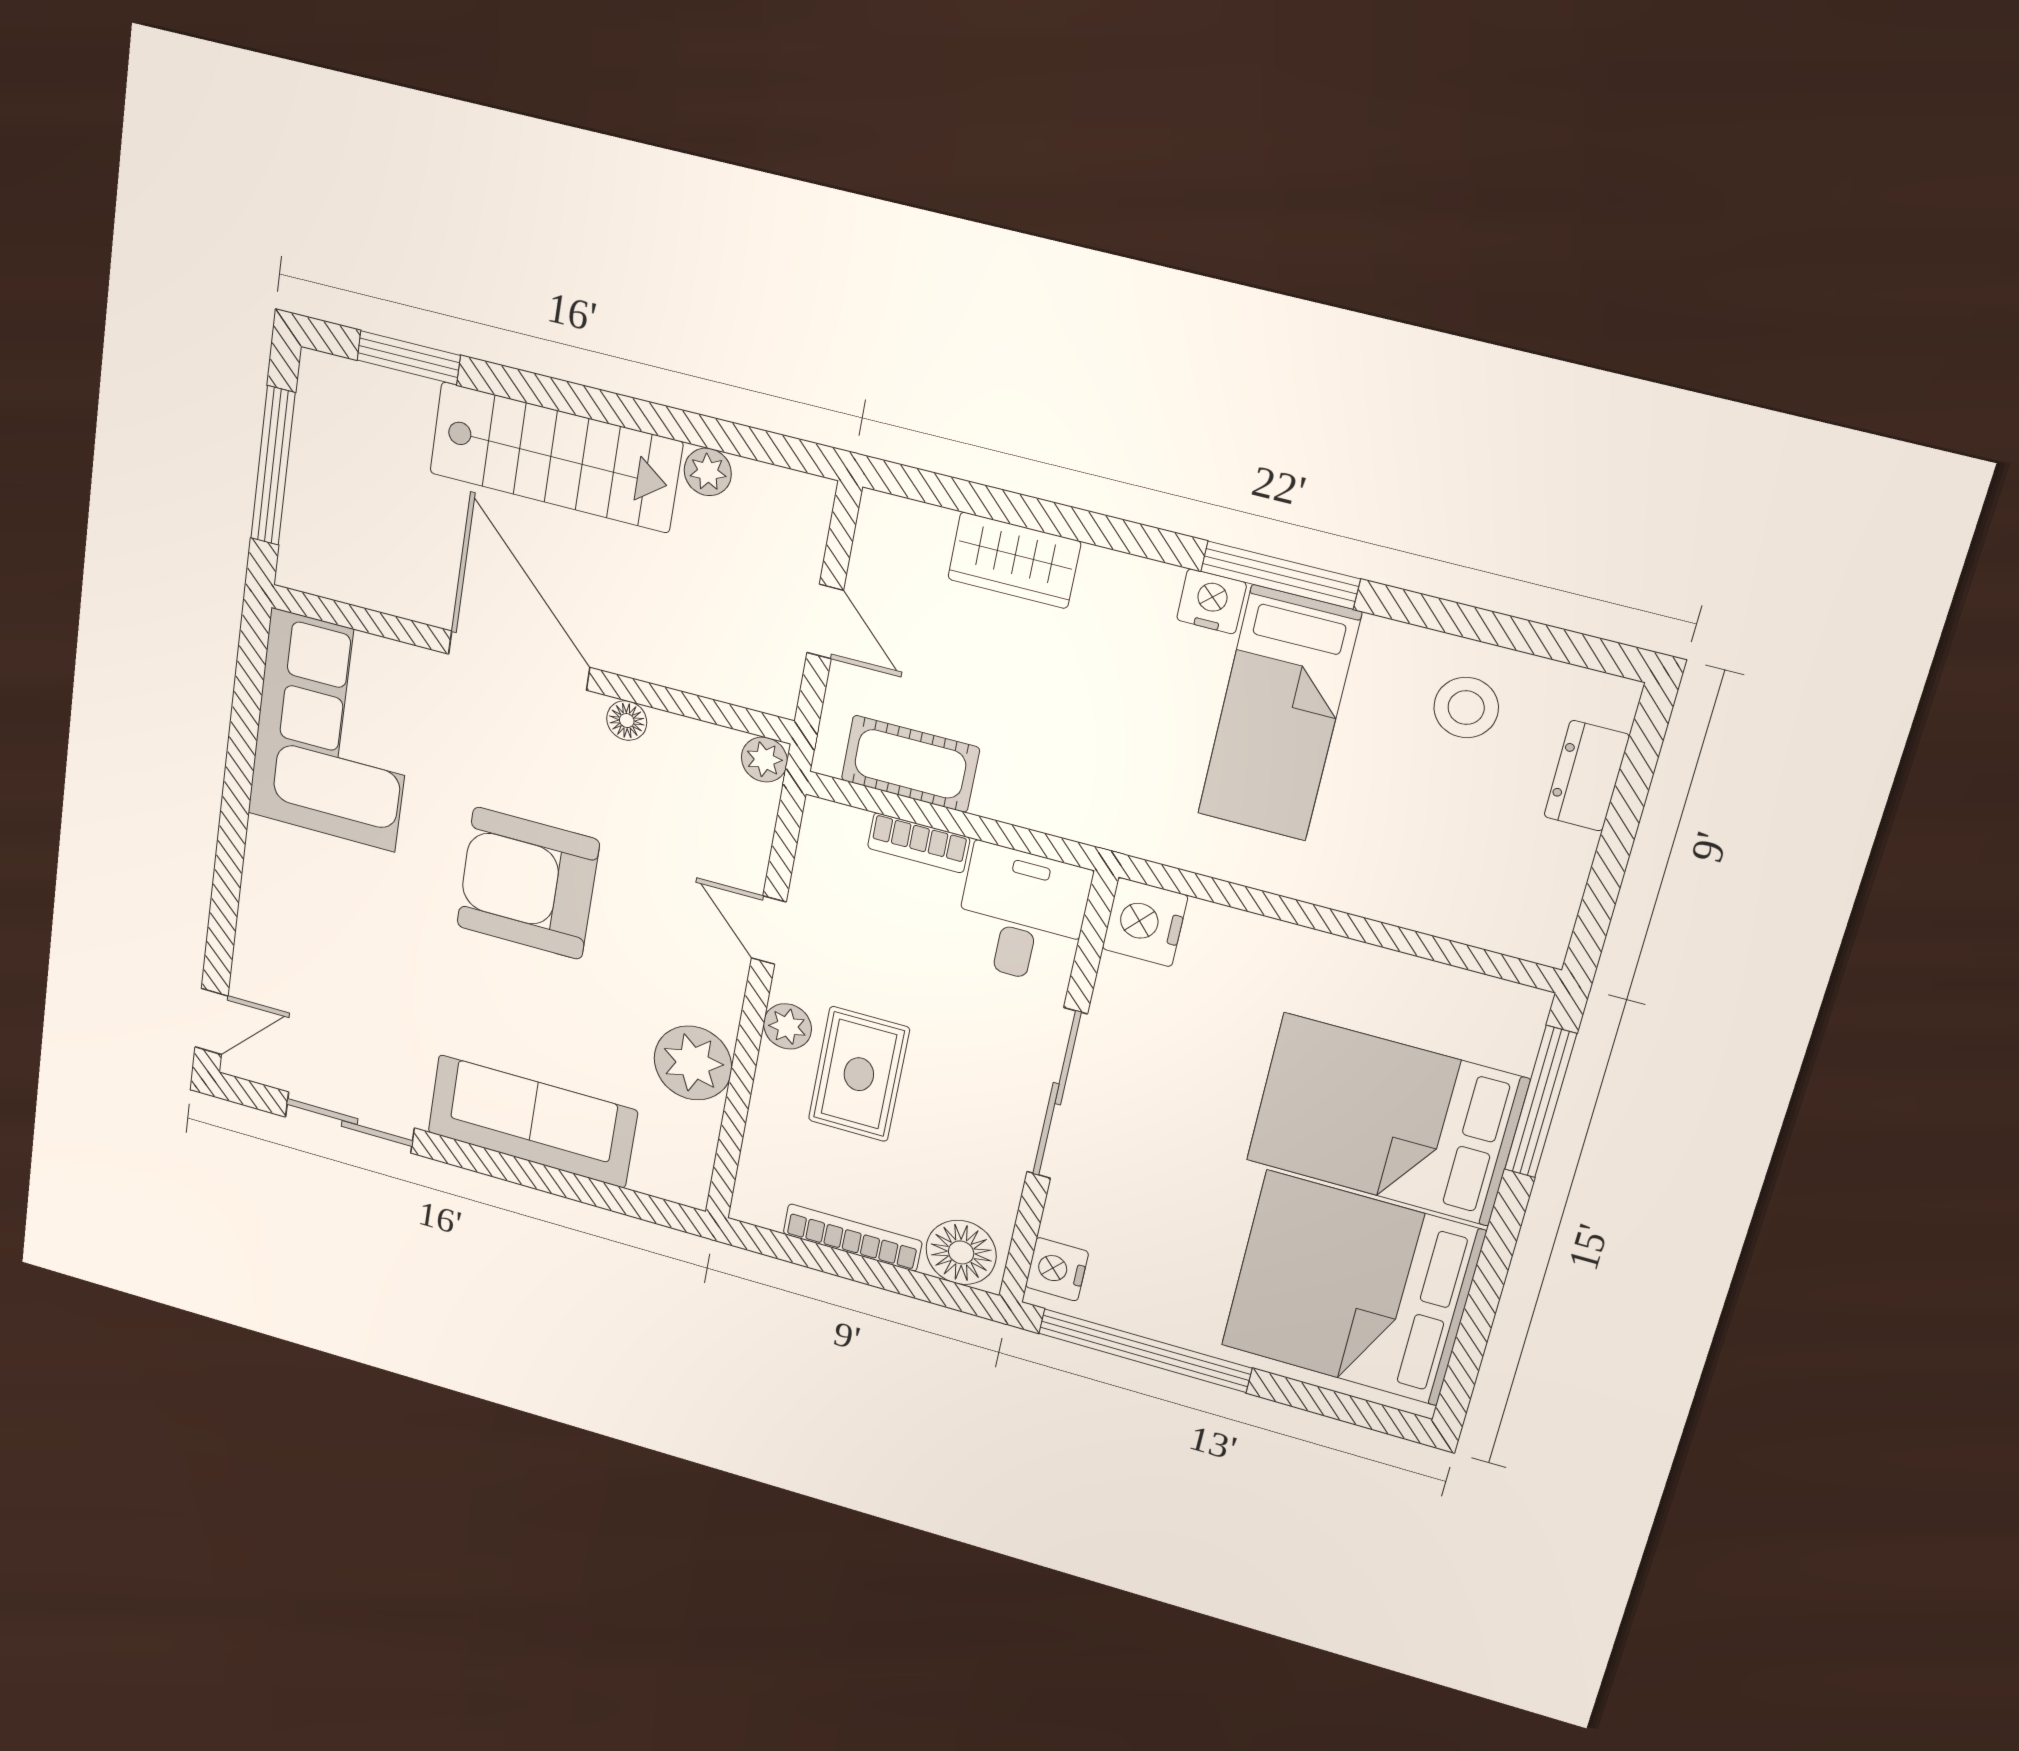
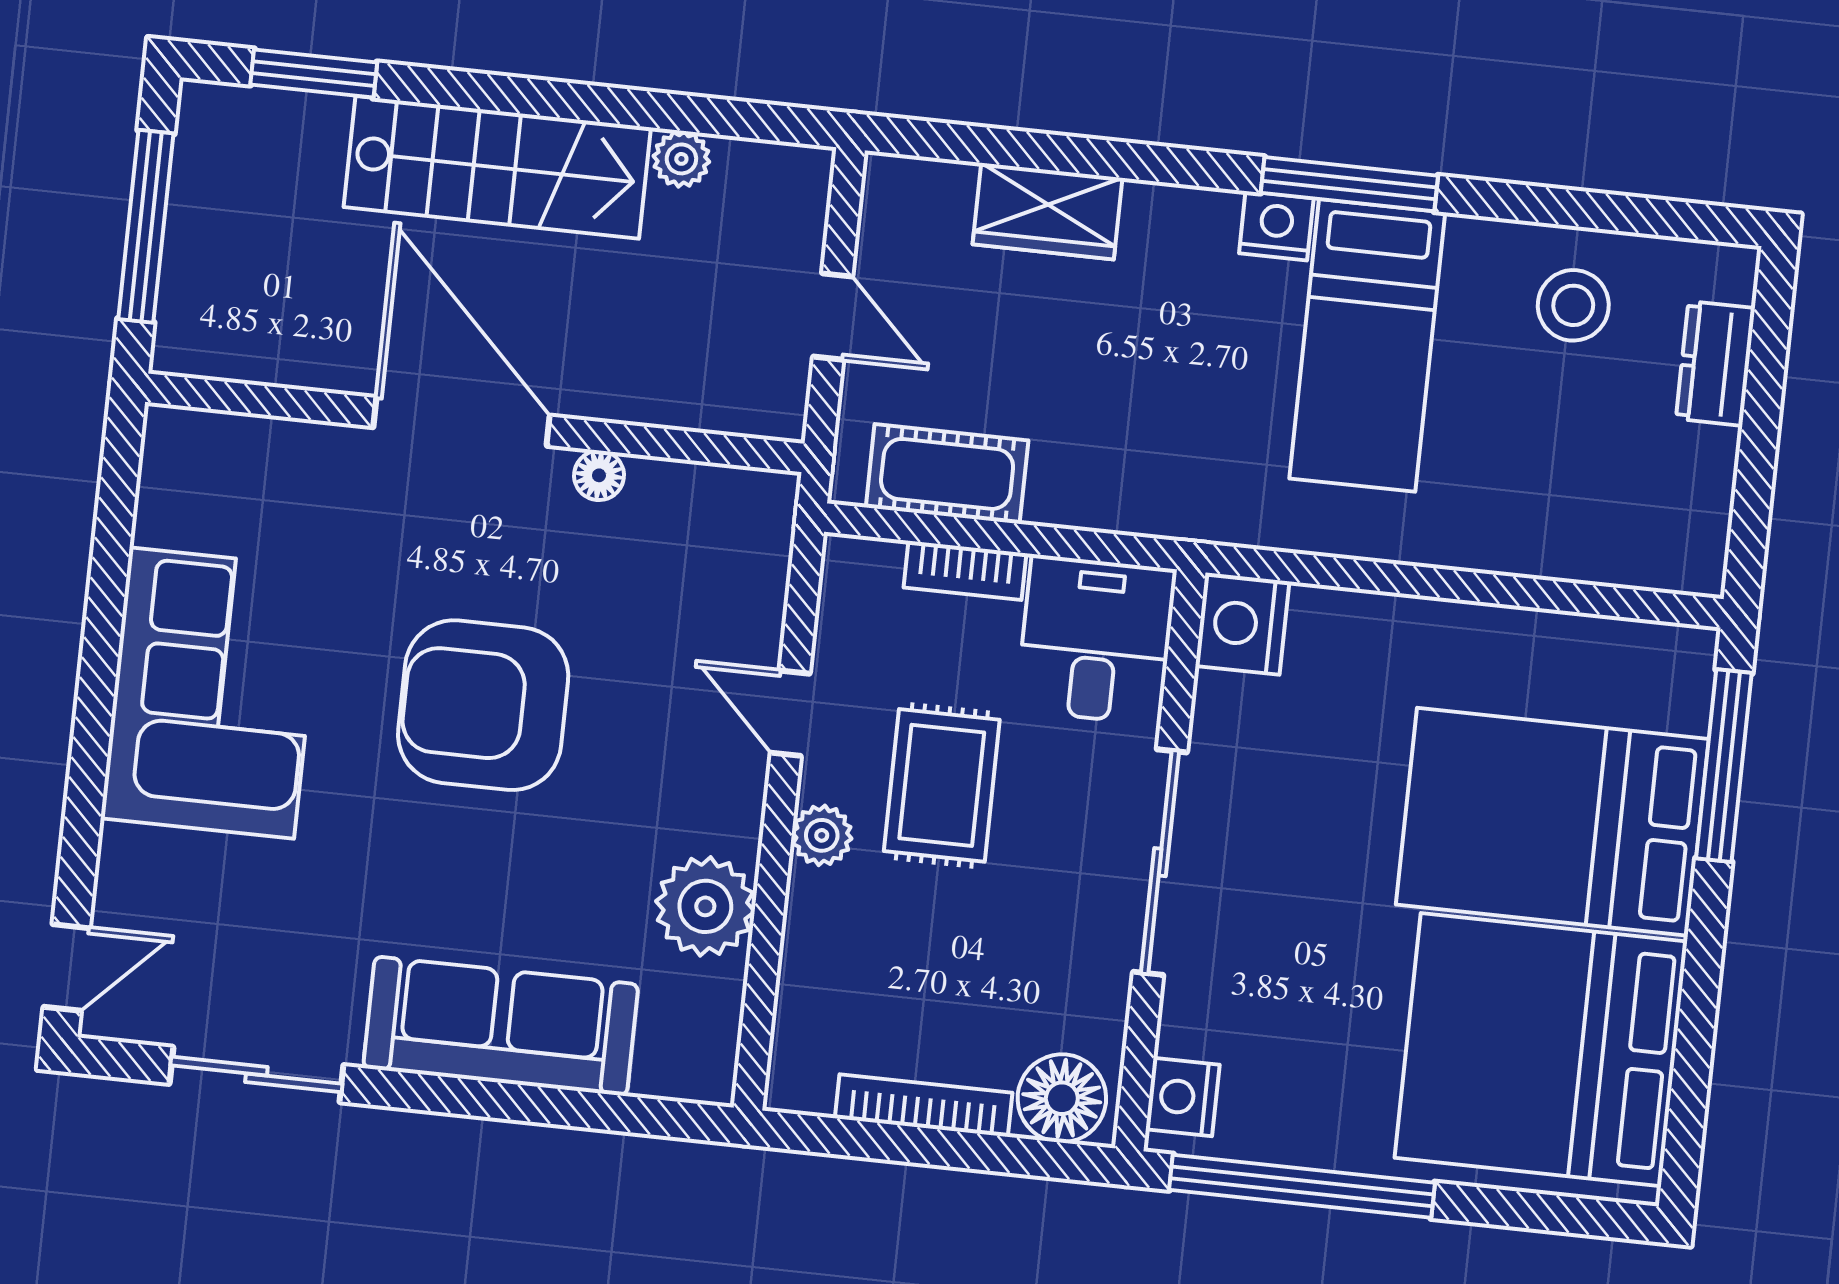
corner sofa: (334, 731) -> (212, 693), moved
plant: (764, 760) -> (771, 497), removed
rug: (859, 1074) -> (942, 785), moved

